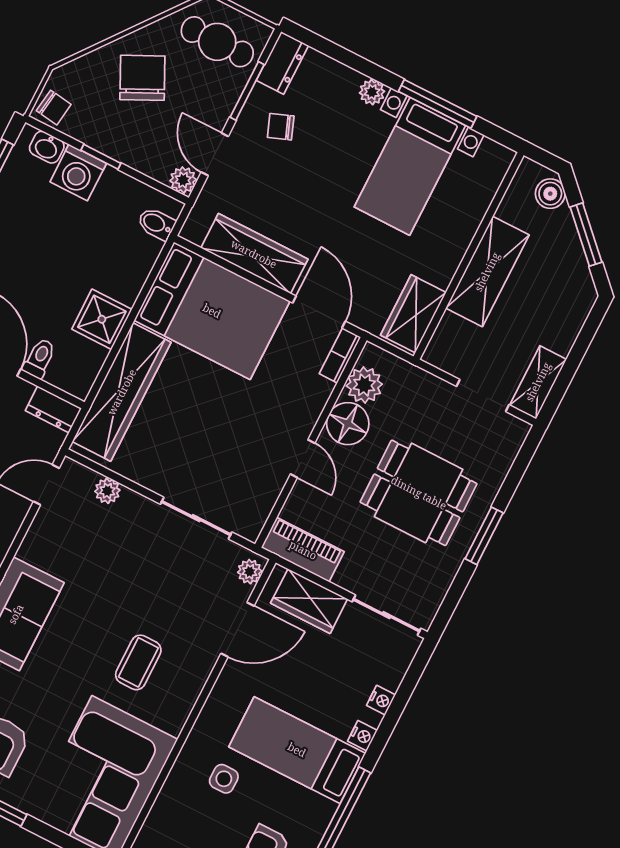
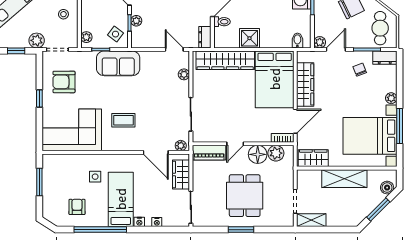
bed with nightstands: (410, 166) -> (370, 136), width x1.36
piano: (303, 550) -> (209, 153), moved, turned 90

